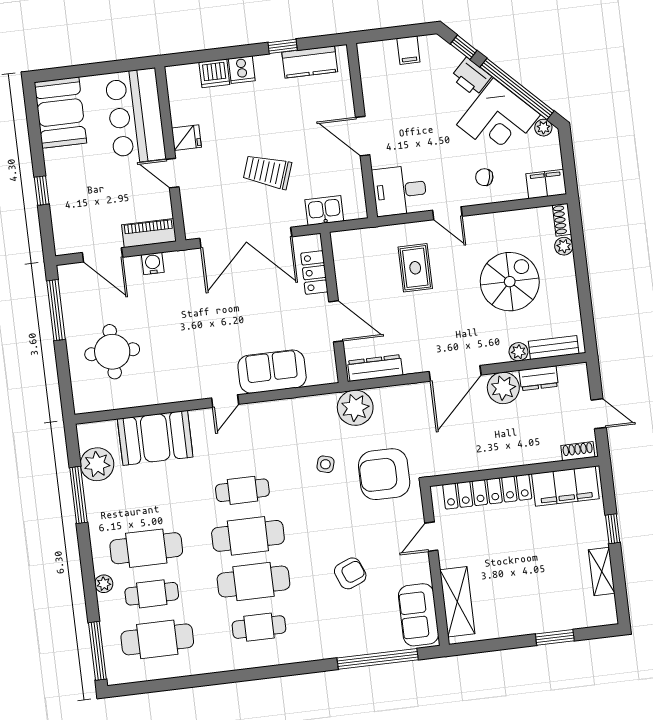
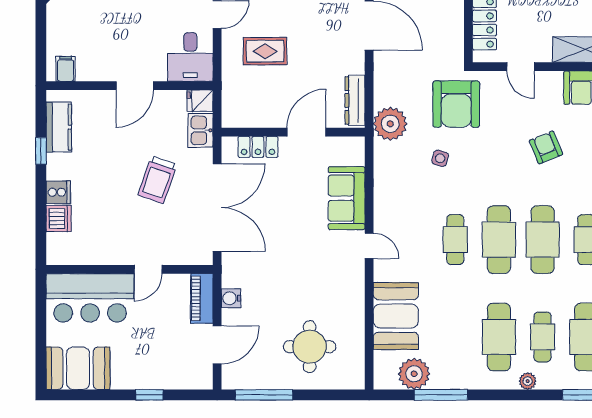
filing cabinet: (408, 50) -> (66, 69), moved, turned -90
fridge: (186, 138) -> (200, 101), moved, turned -90

